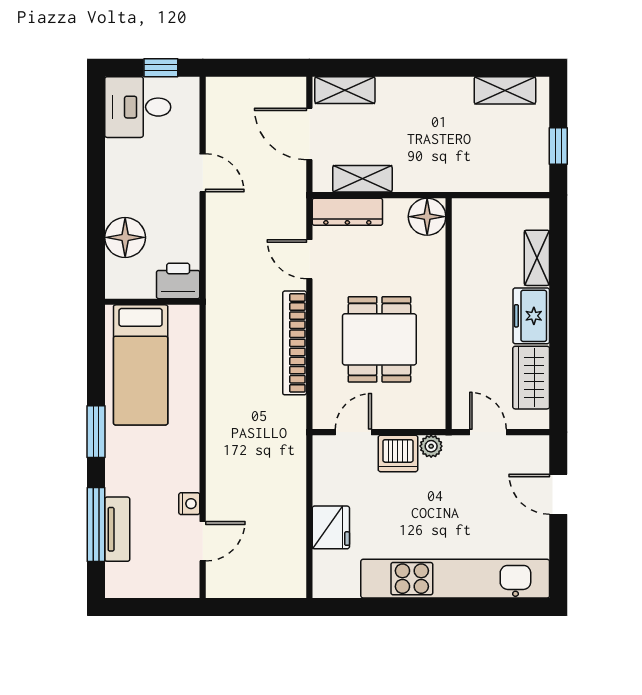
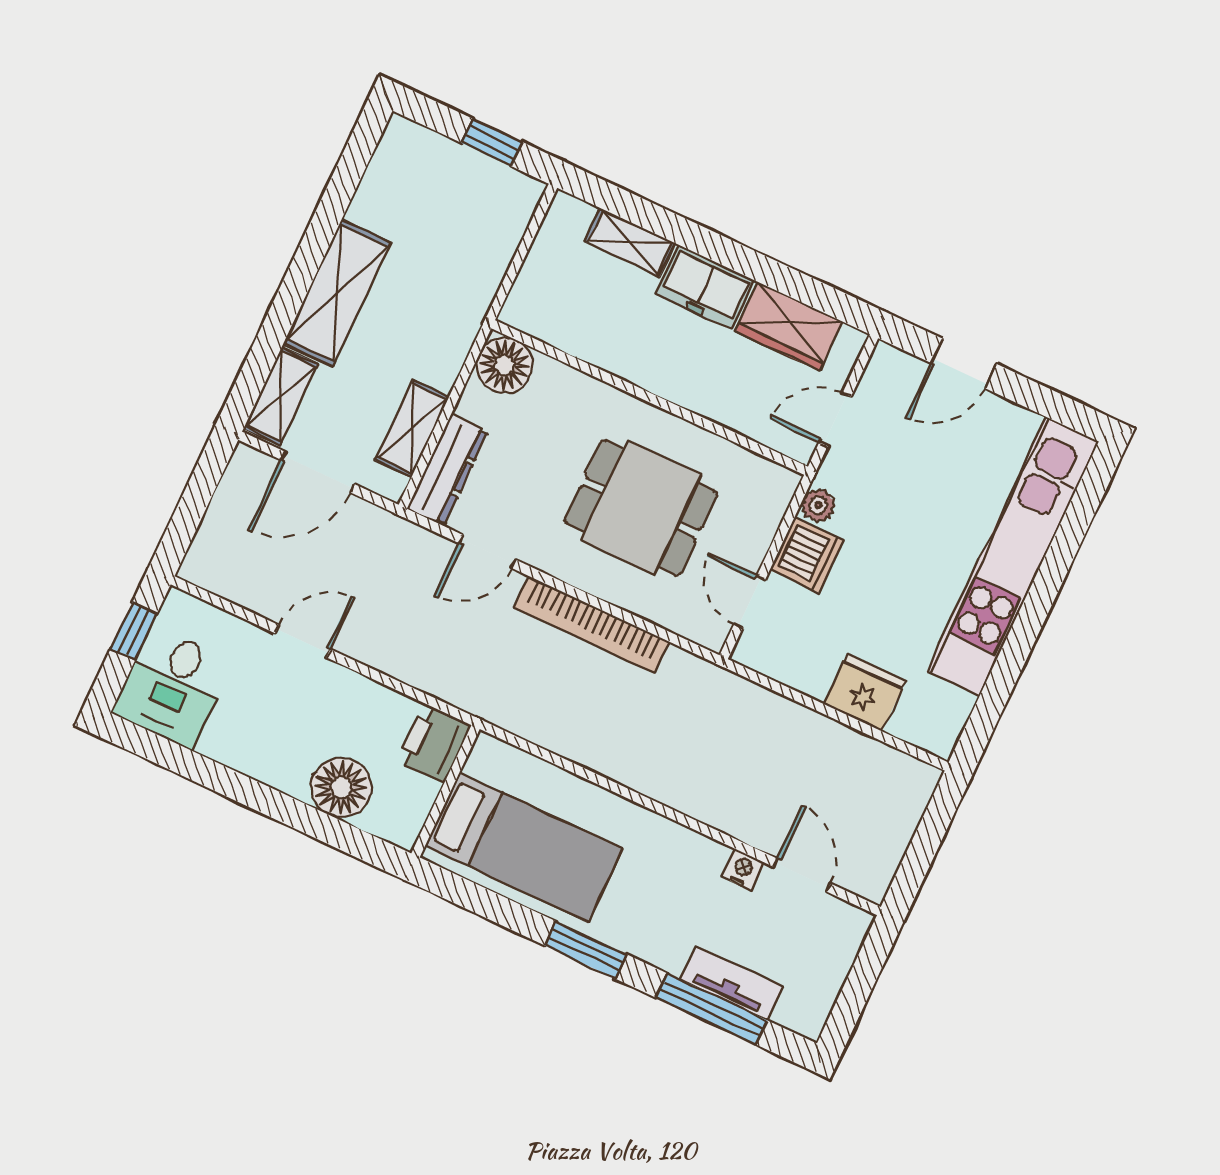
shelving: (505, 90) -> (337, 293), moved, width x1.50, depth x1.33

